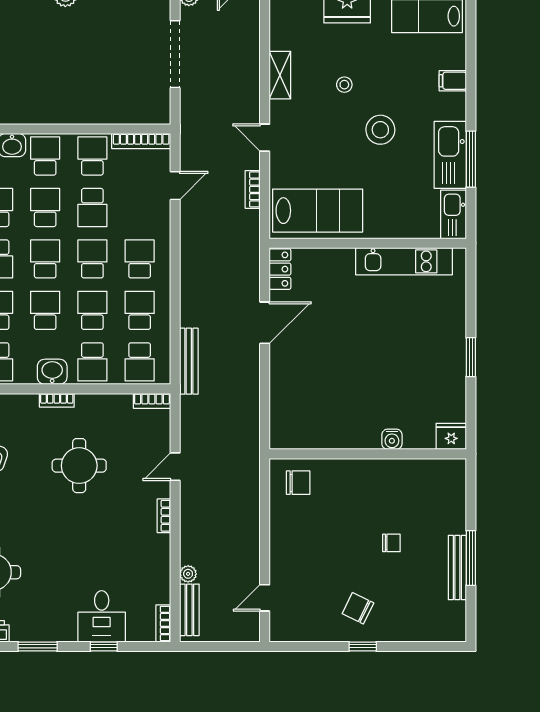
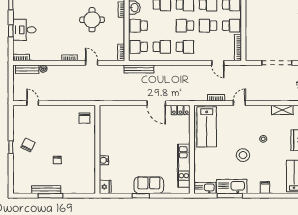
shelving: (280, 75) -> (282, 110), moved
school desk: (92, 259) -> (185, 26), turned 180
school desk: (92, 310) -> (162, 26), removed
sofa: (447, 339) -> (149, 185), added

